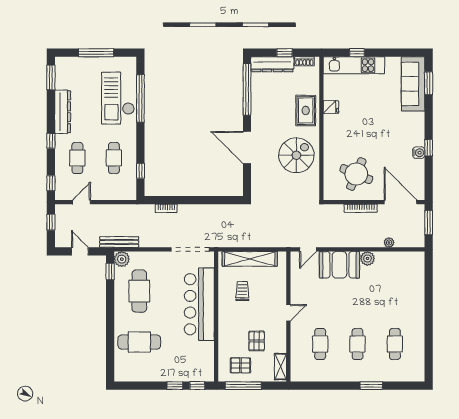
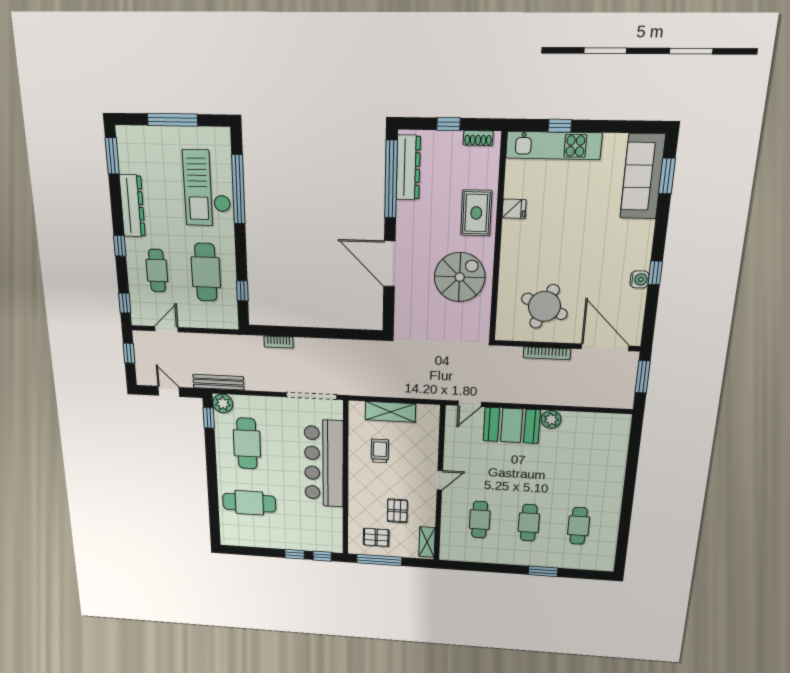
dresser: (272, 64) -> (408, 168), moved, turned -90
cafe table: (114, 158) -> (206, 272), width x1.37, depth x1.35
plant: (389, 242) -> (583, 400), removed
shelving: (250, 259) -> (390, 412), width x0.68

